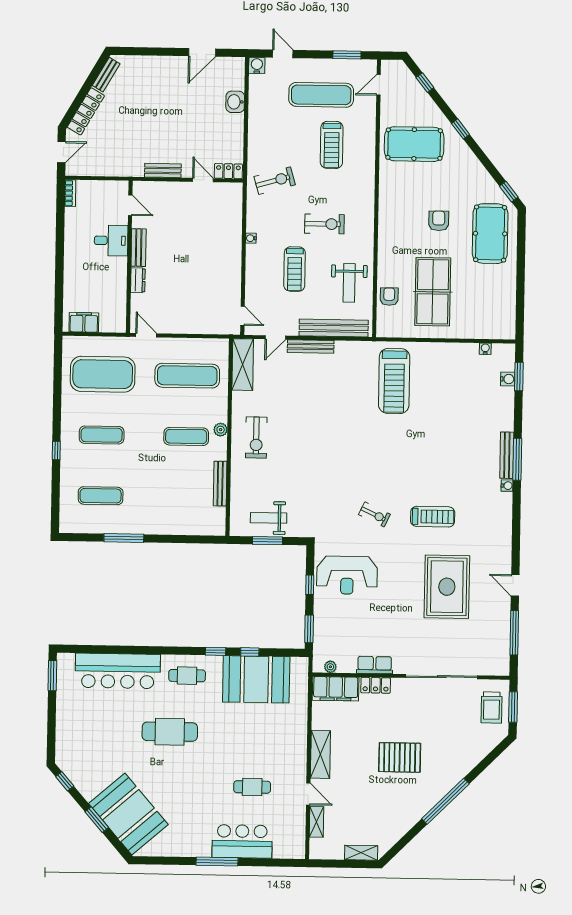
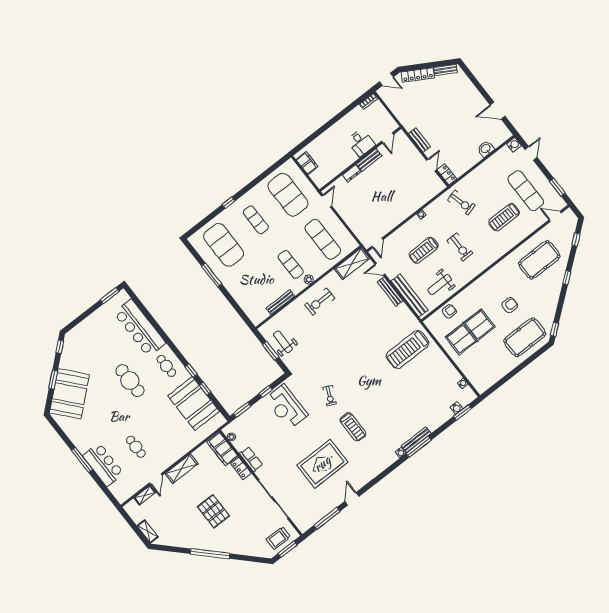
pool table: (414, 144) -> (539, 260), turned 90
exercise mat: (101, 496) -> (224, 245), width x2.00, depth x1.45

